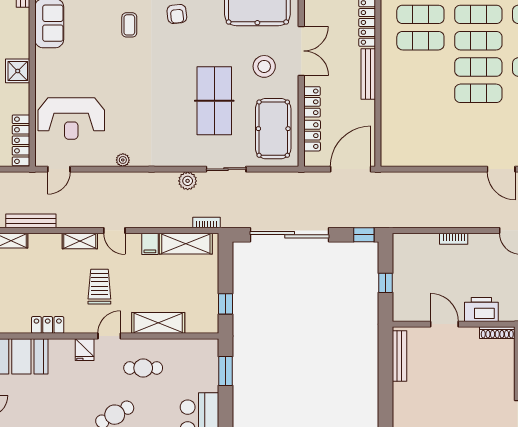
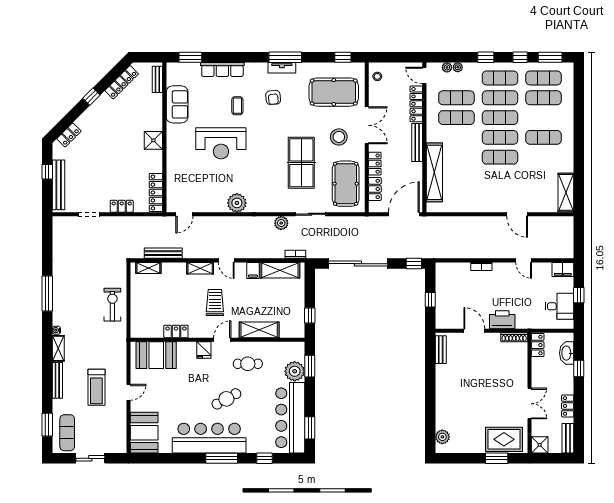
shelving: (391, 114) -> (434, 172), added
reception desk: (71, 118) -> (221, 143), moved
plant: (123, 160) -> (237, 203), width x1.88, depth x1.88
bench: (399, 356) -> (441, 350), width x0.73
plant: (205, 378) -> (295, 371), added

